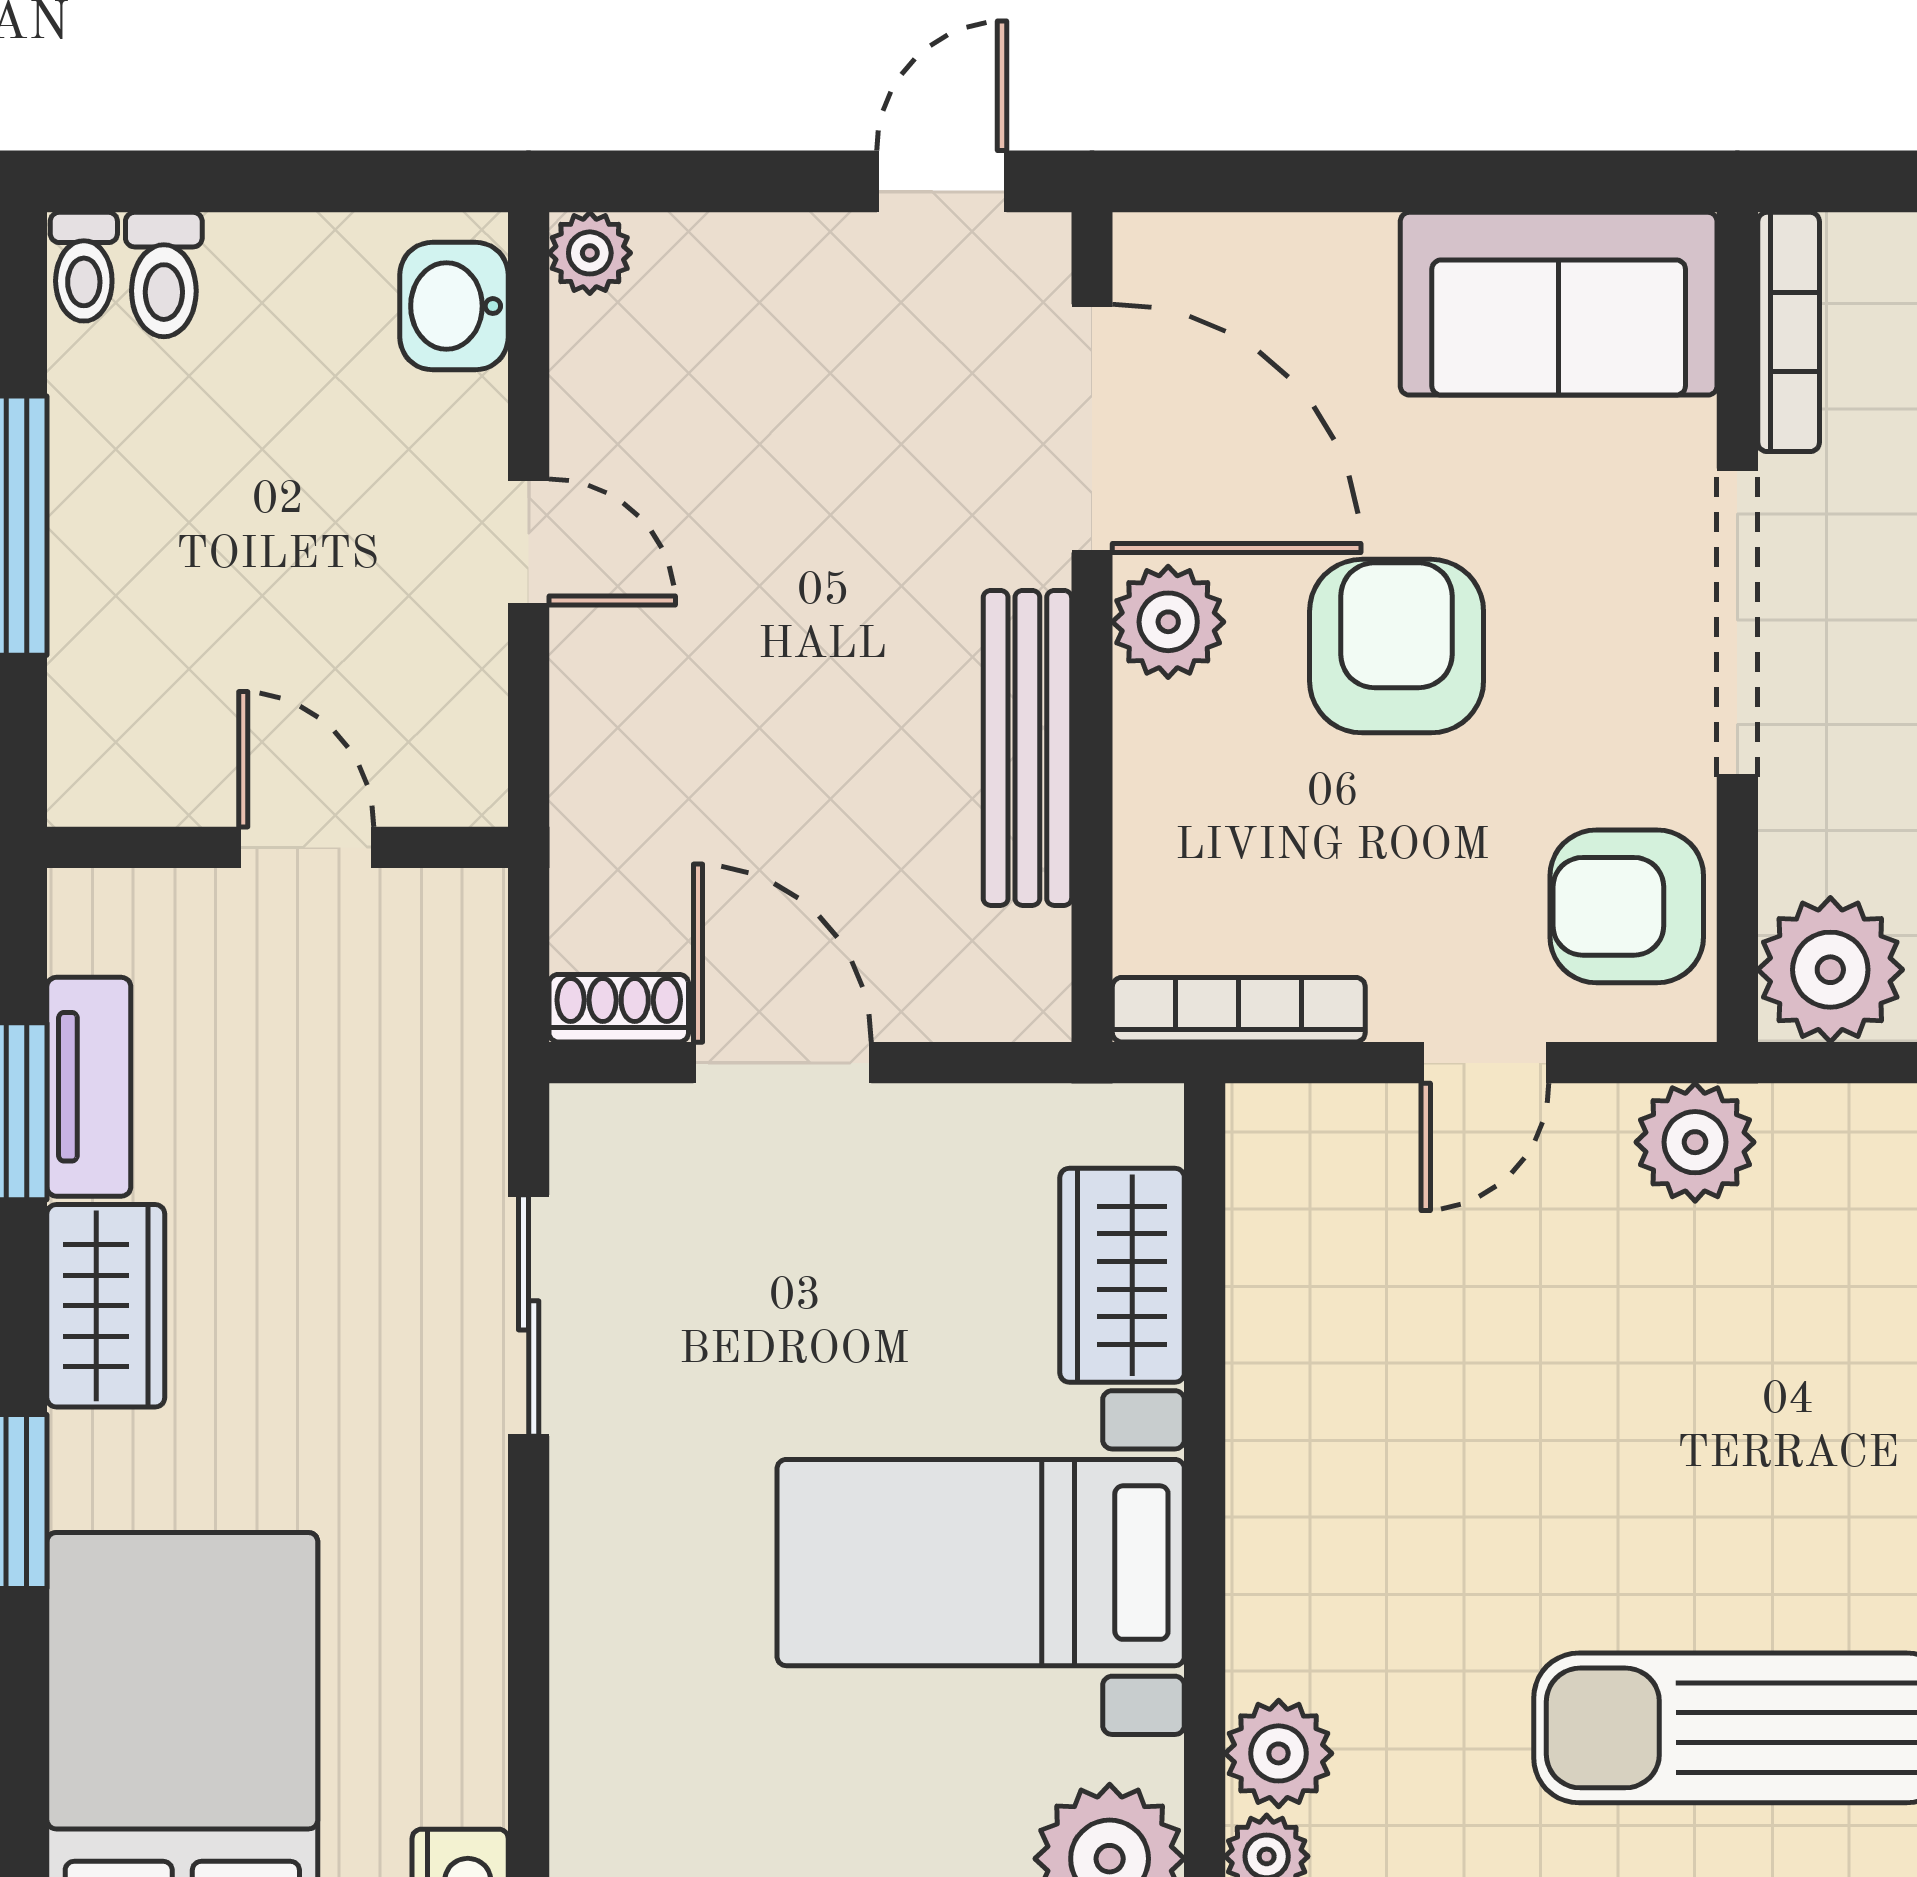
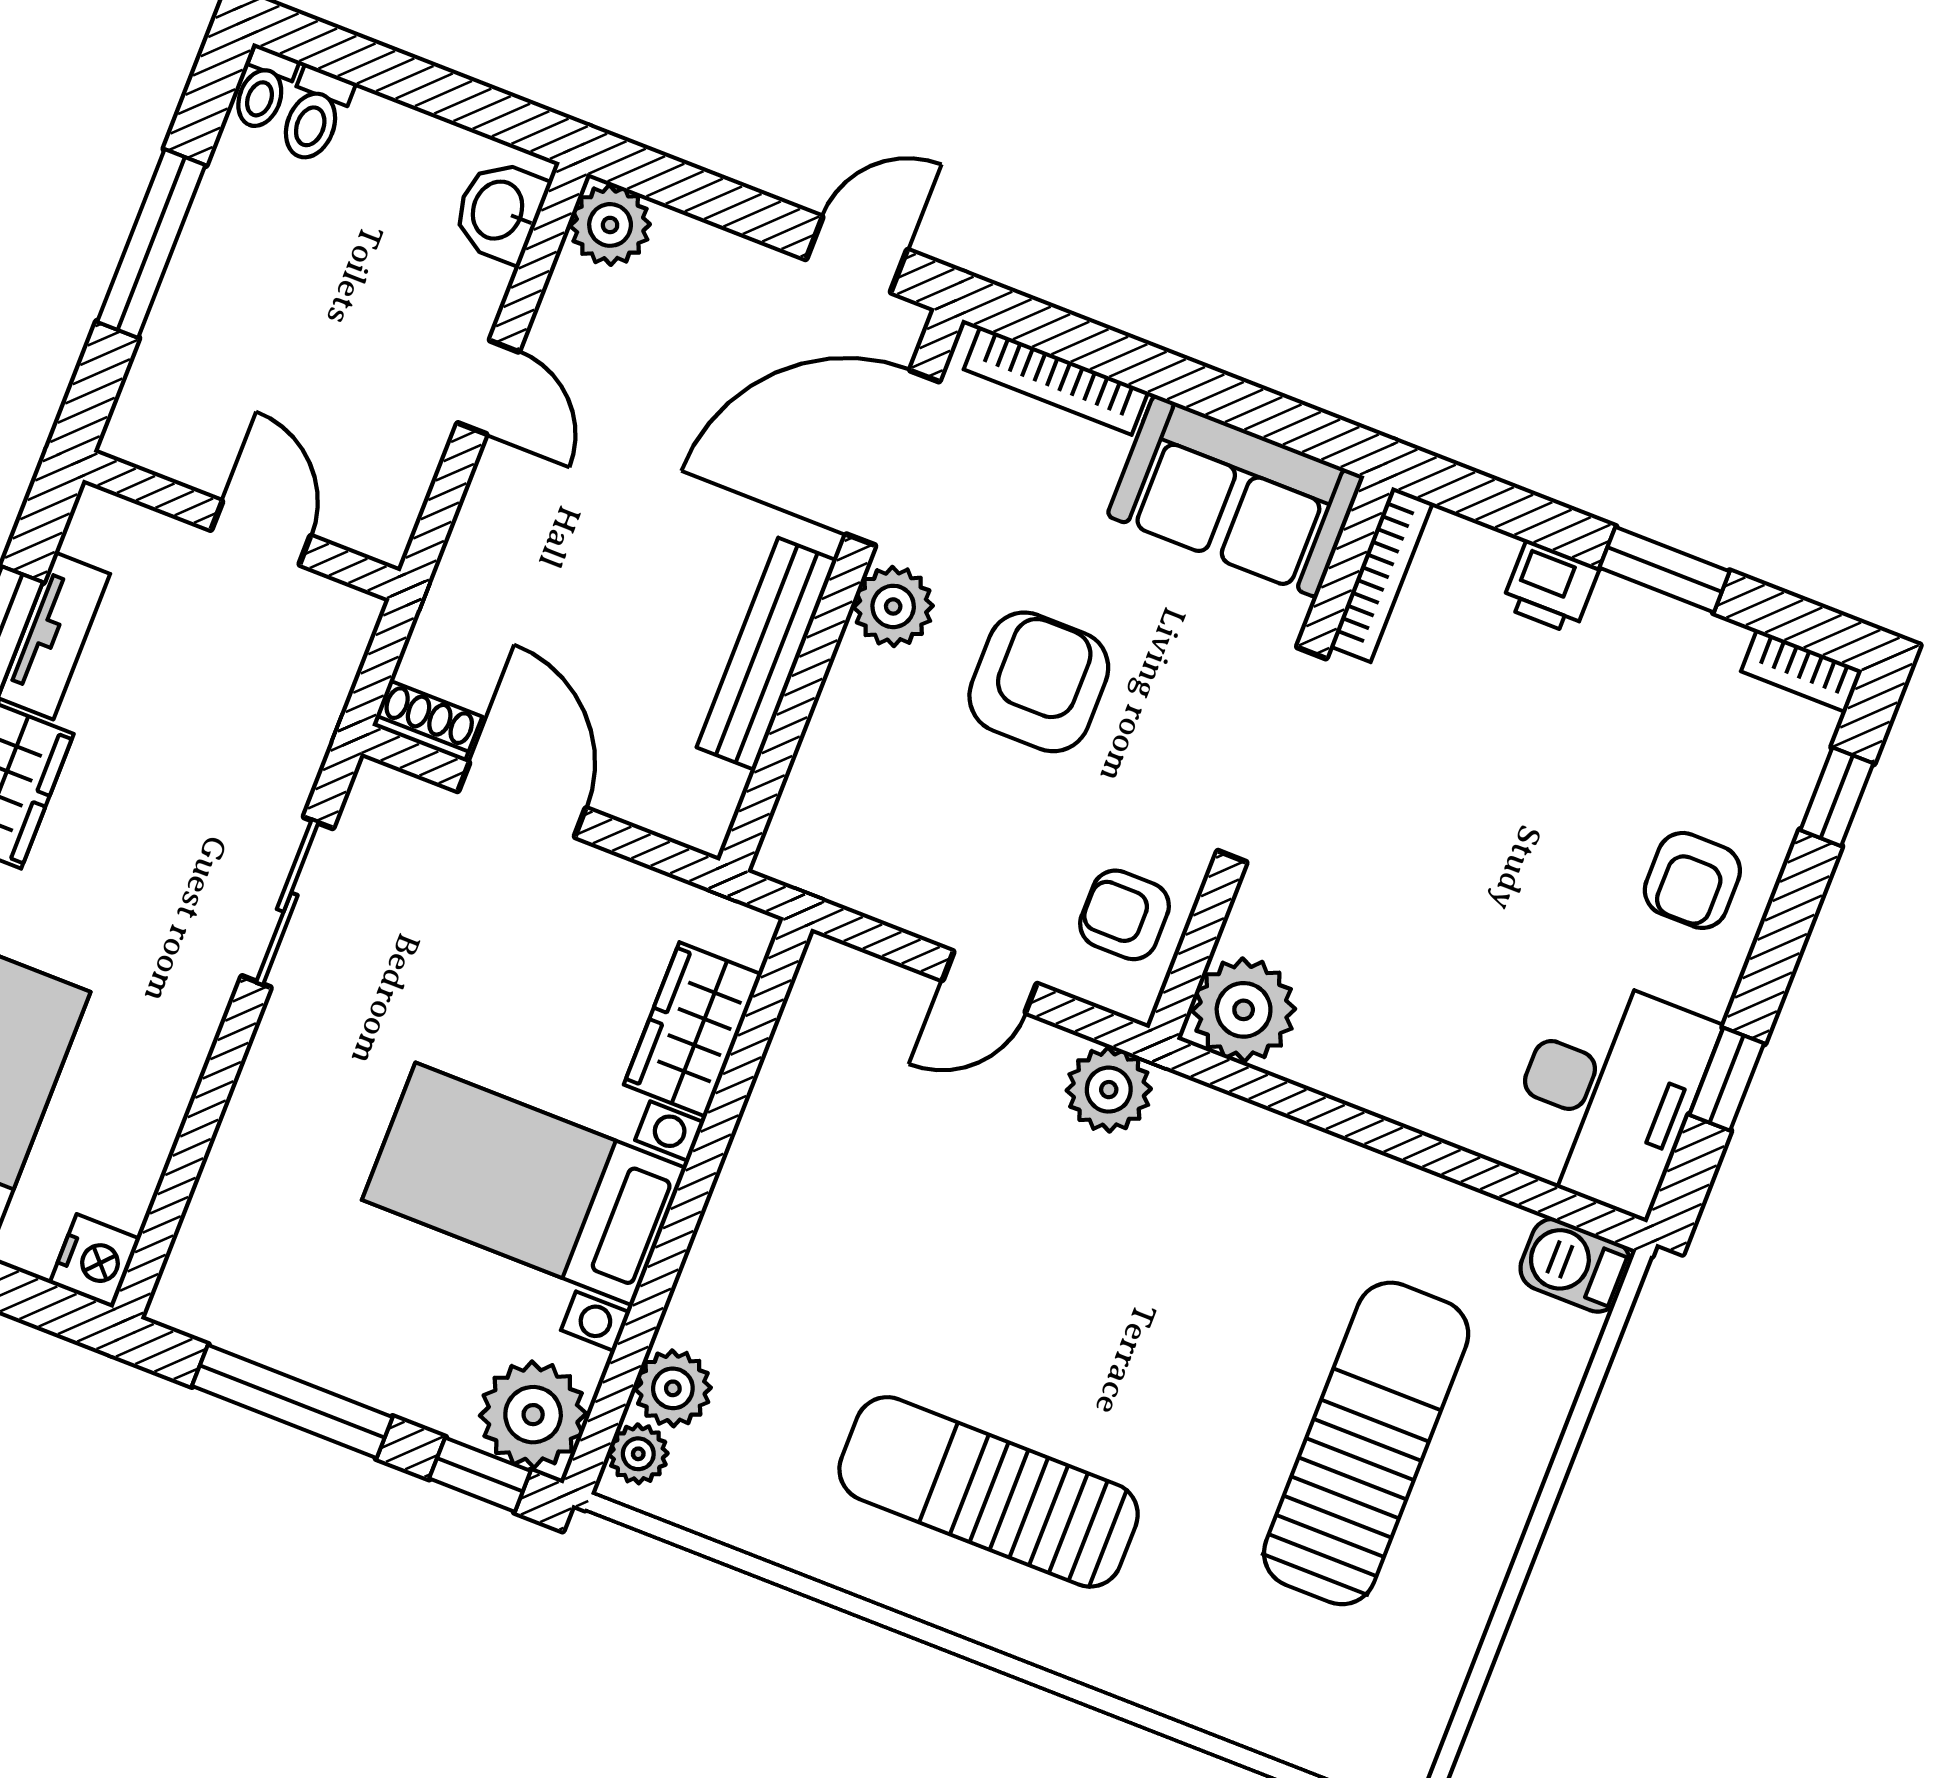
plant: (590, 253) -> (610, 225), width x1.38, depth x1.38
door: (1092, 428) -> (893, 458), swing flipped
armchair: (1627, 906) -> (1125, 915), width x0.72, depth x0.72
bookcase: (1239, 1010) -> (1056, 381), moved, turned 180

